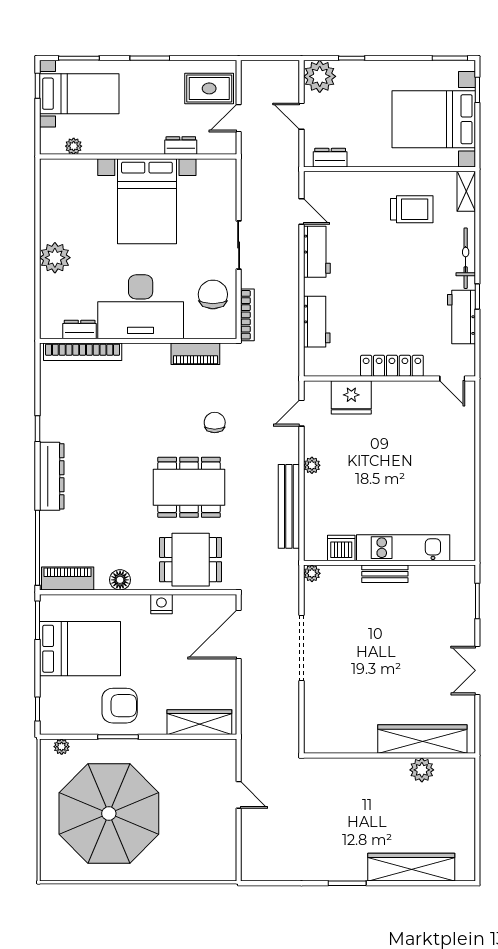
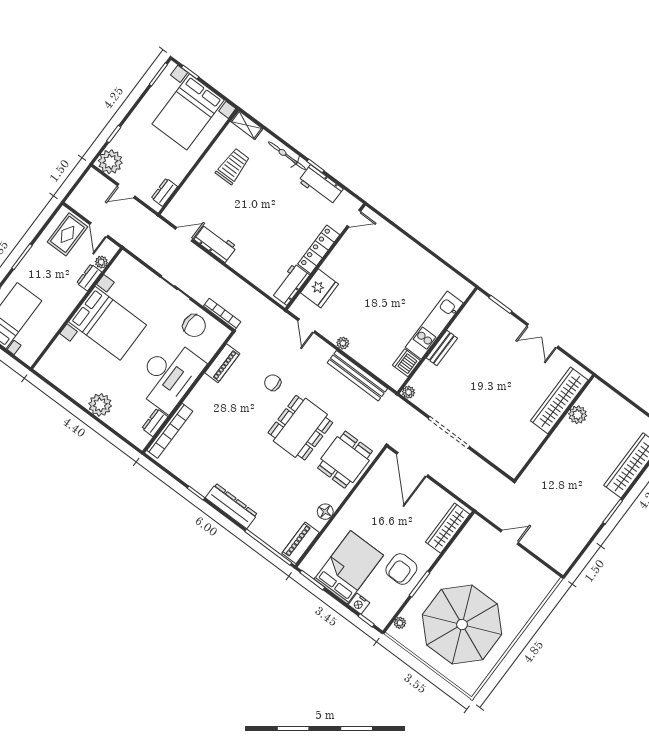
plant: (74, 146) -> (101, 262), moved
chair: (213, 294) -> (194, 326), turned 180
workbench: (317, 322) -> (290, 284), moved, turned -90
nightstand: (161, 604) -> (359, 604), moved, turned -90
armchair: (120, 706) -> (401, 569), turned 180

